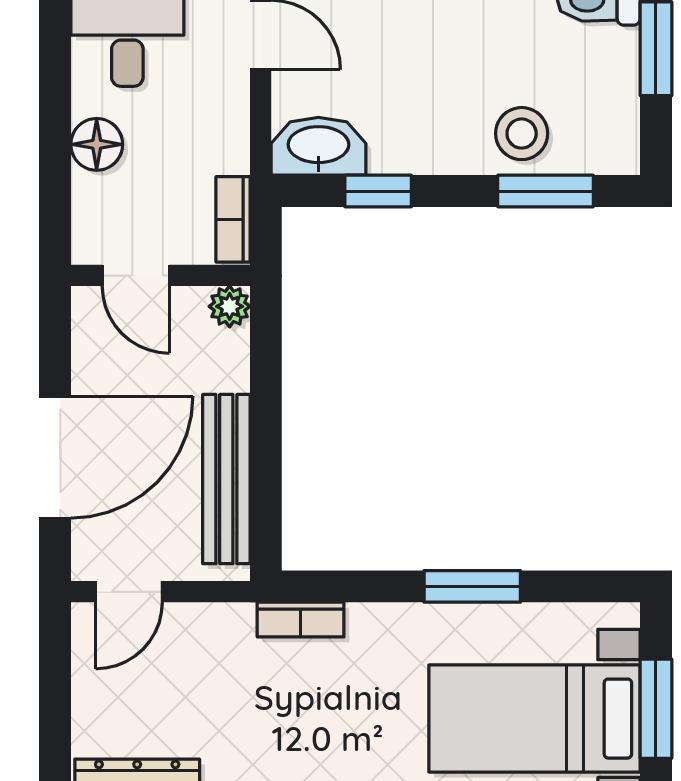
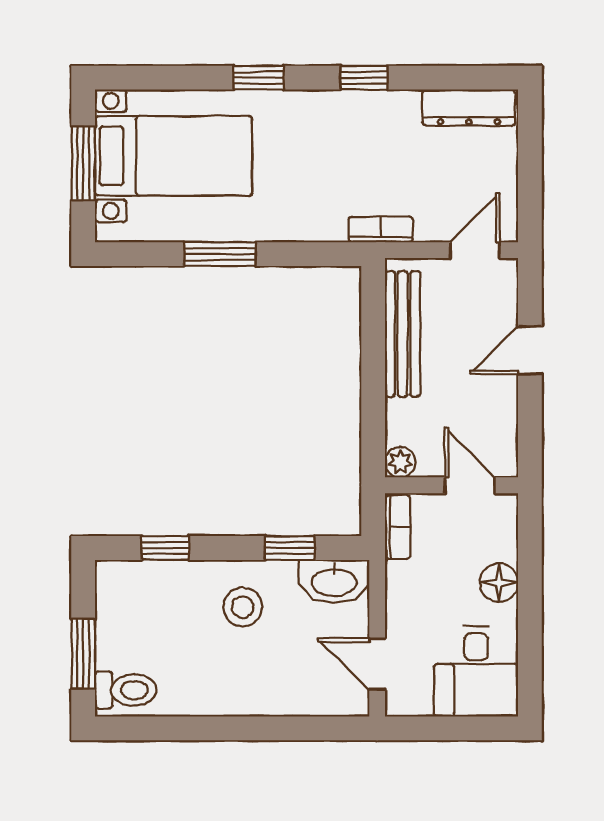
stool: (522, 134) -> (243, 607), moved
window: (546, 191) -> (165, 548), width x0.67
door: (55, 457) -> (530, 350), width x0.53
bookcase: (301, 620) -> (381, 229), moved

